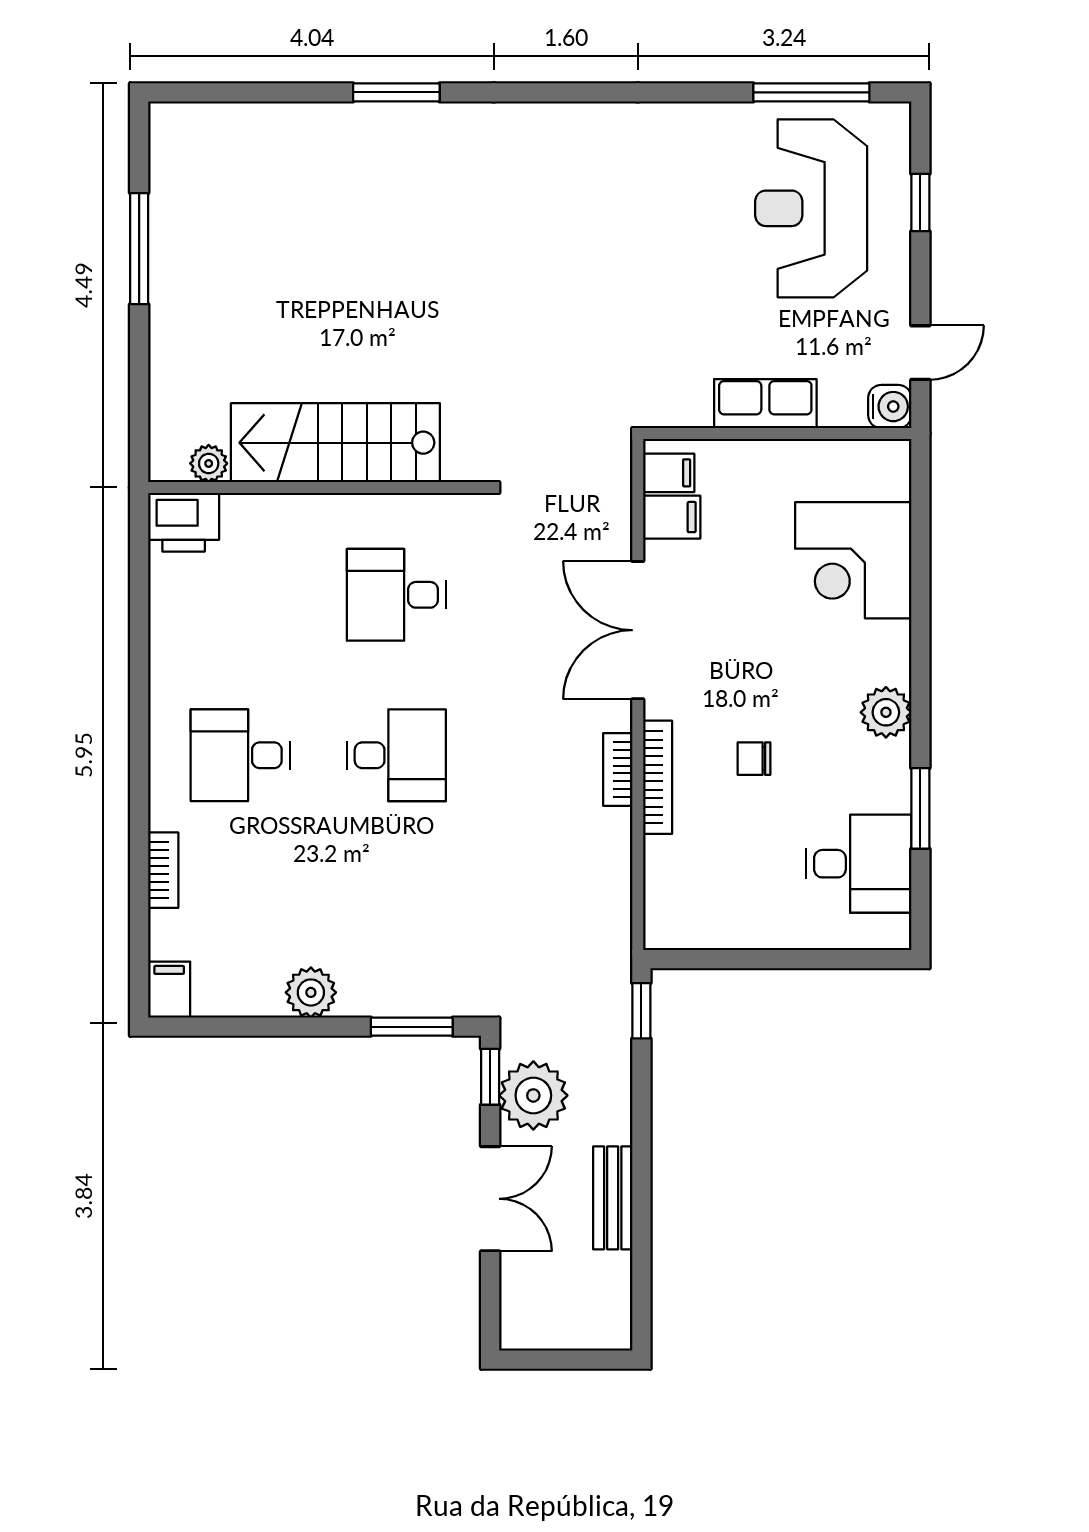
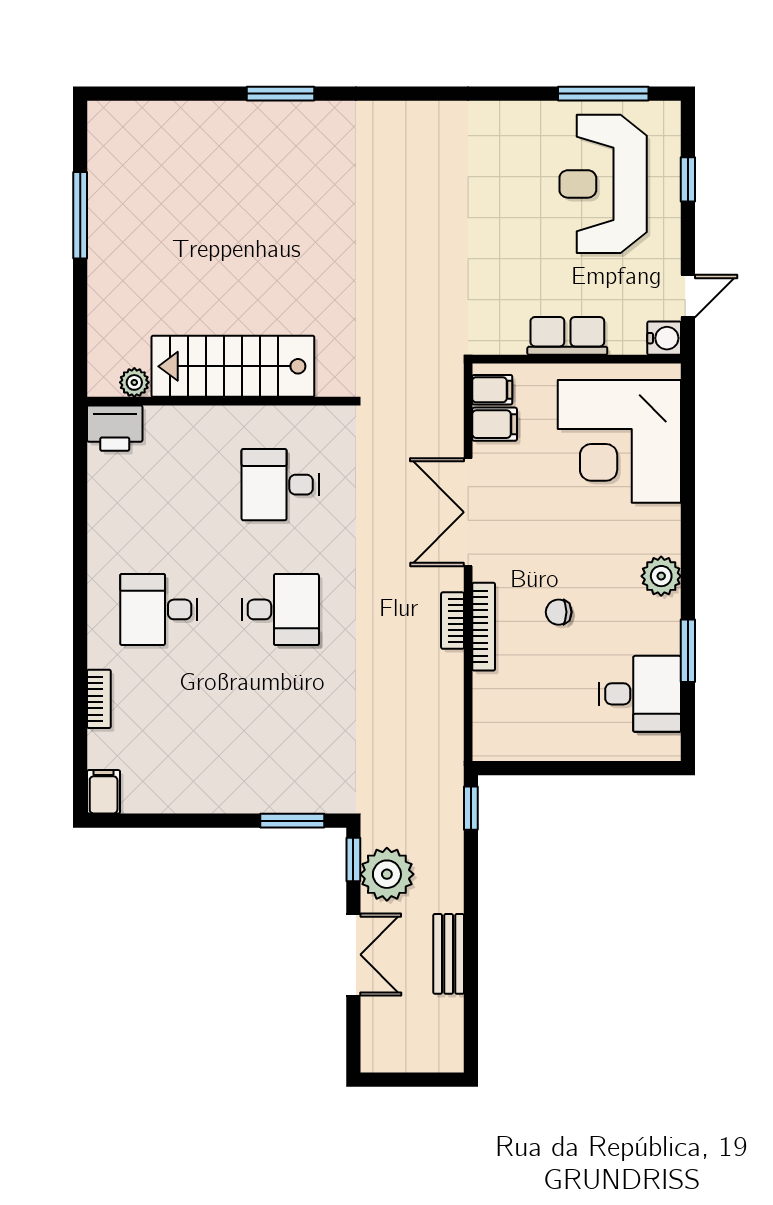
corner desk: (853, 560) -> (619, 441), width x1.36, depth x1.36
plant: (311, 992) -> (214, 794), removed

